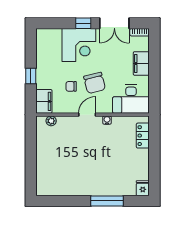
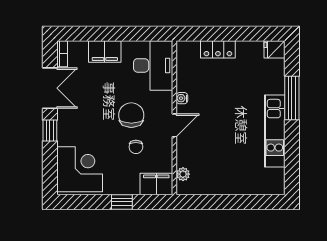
corner desk: (79, 45) -> (80, 169), moved
chair: (95, 83) -> (131, 115), turned -76
door: (87, 115) -> (174, 125), swing flipped
locker: (143, 136) -> (218, 49), moved
kitchen unit: (83, 188) -> (275, 131), added

